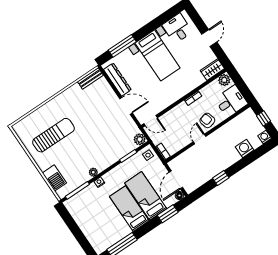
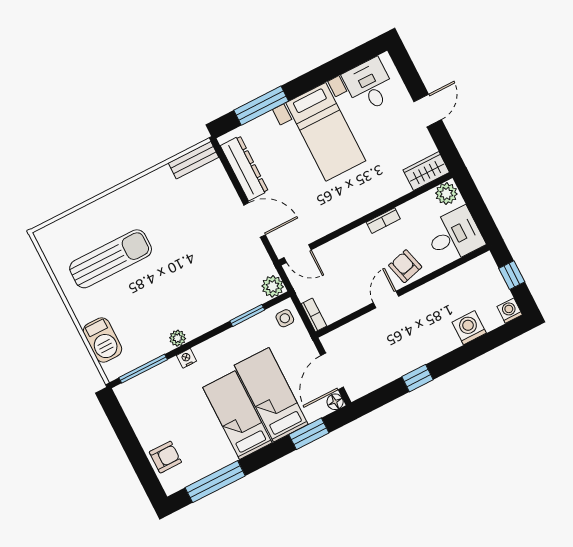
armchair: (95, 235) -> (165, 457), added

